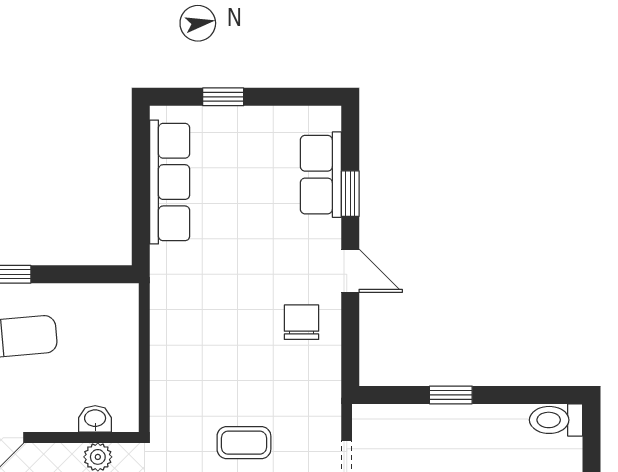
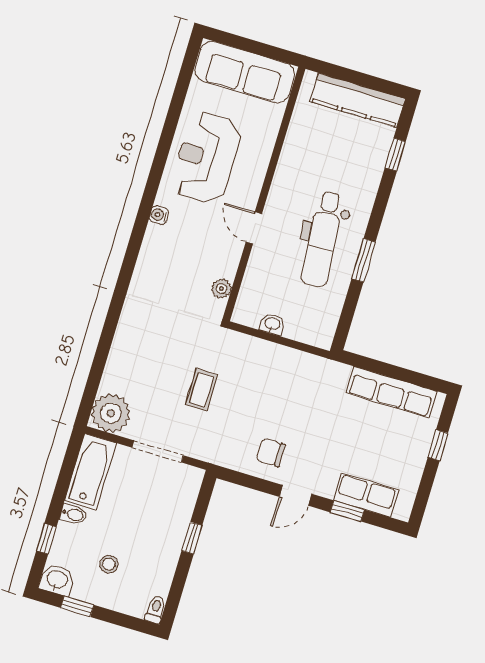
chair: (302, 322) -> (271, 452), turned 180
washbasin: (95, 419) -> (272, 324), moved, turned -90
toilet: (556, 420) -> (155, 609), width x0.73, depth x0.72

